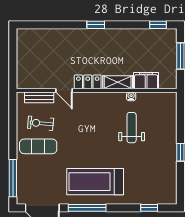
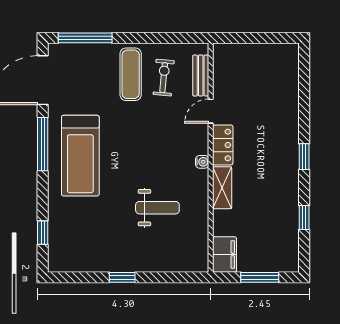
window: (158, 25) -> (304, 217), moved
filing cabinet: (146, 81) -> (225, 254), moved
water cooler: (131, 96) -> (202, 162), moved
treadmill: (95, 182) -> (80, 156), turned 180

